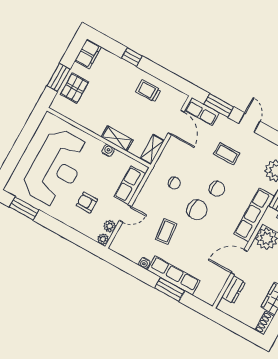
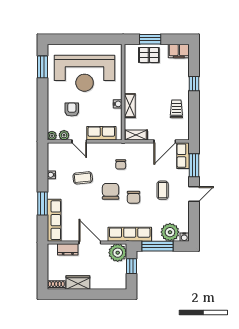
chair: (197, 210) -> (111, 191), turned 180
row of seats: (174, 275) -> (54, 220), moved

